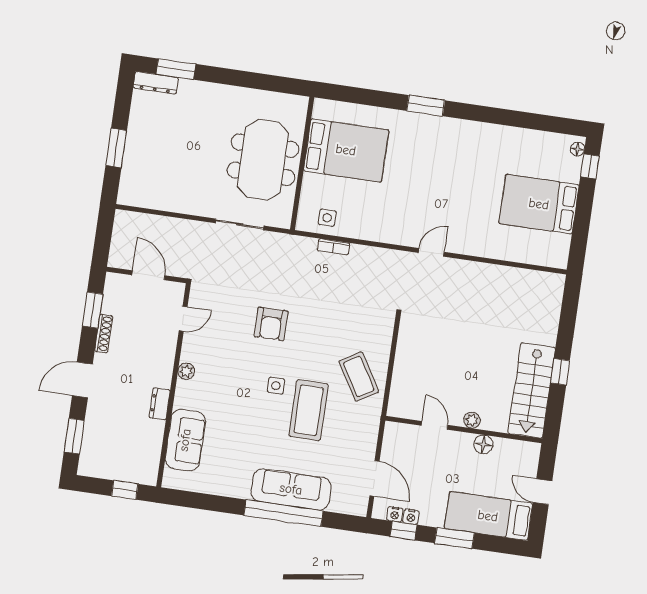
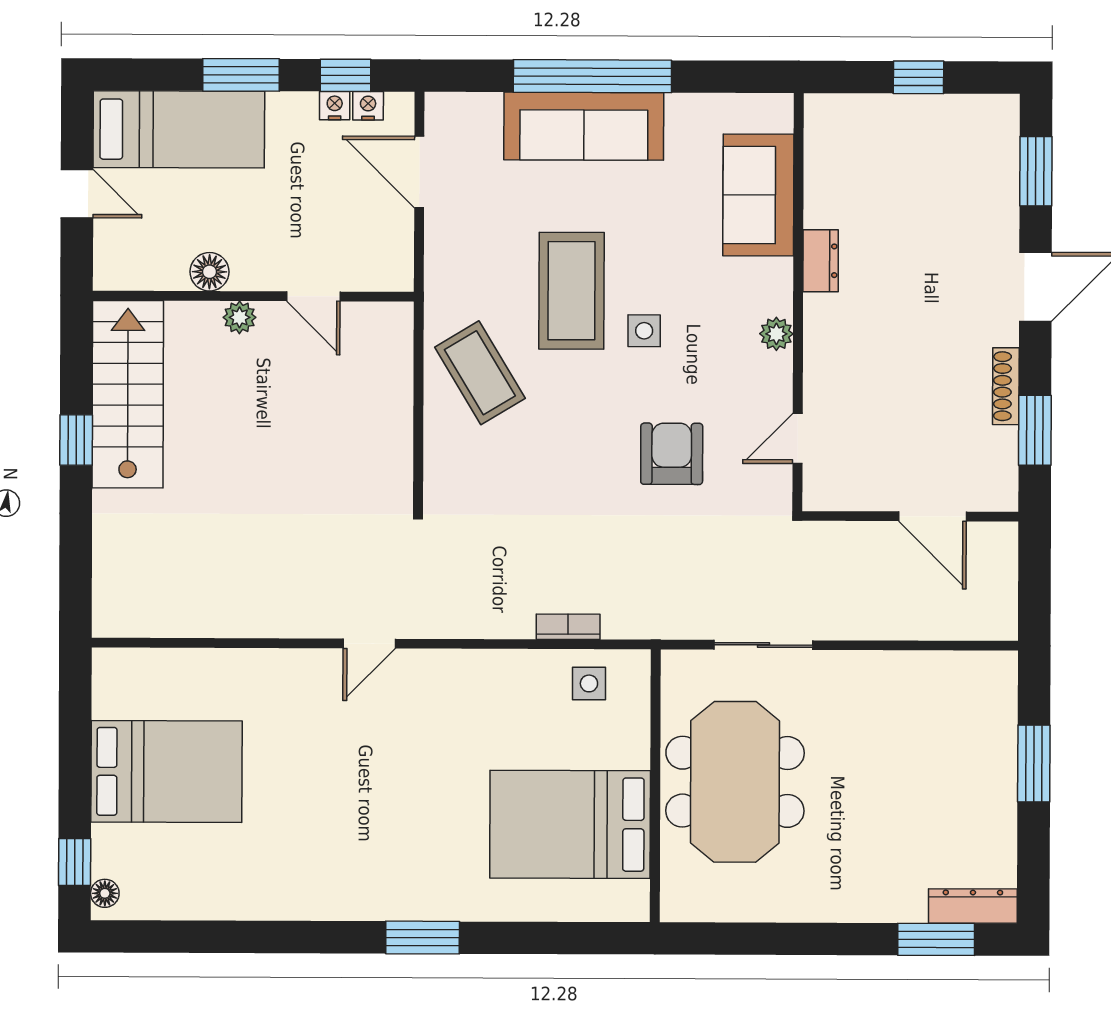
door: (183, 319) -> (798, 438), moved
plant: (186, 371) -> (776, 334), moved
wall: (173, 385) -> (798, 302), moved
dresser: (160, 404) -> (821, 261), moved
sofa: (185, 440) -> (758, 195), moved

